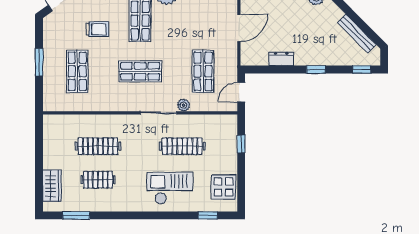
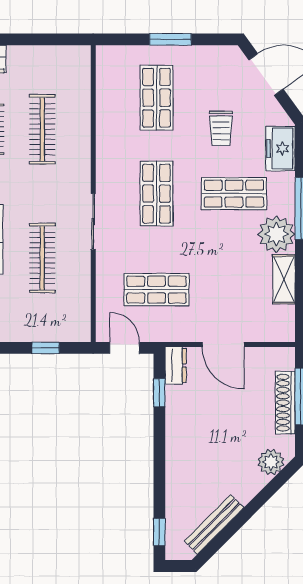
dresser: (281, 59) -> (176, 365), moved
window: (316, 69) -> (159, 393), moved
shop shelf: (77, 71) -> (157, 98), turned 90
plant: (184, 105) -> (105, 260), removed

